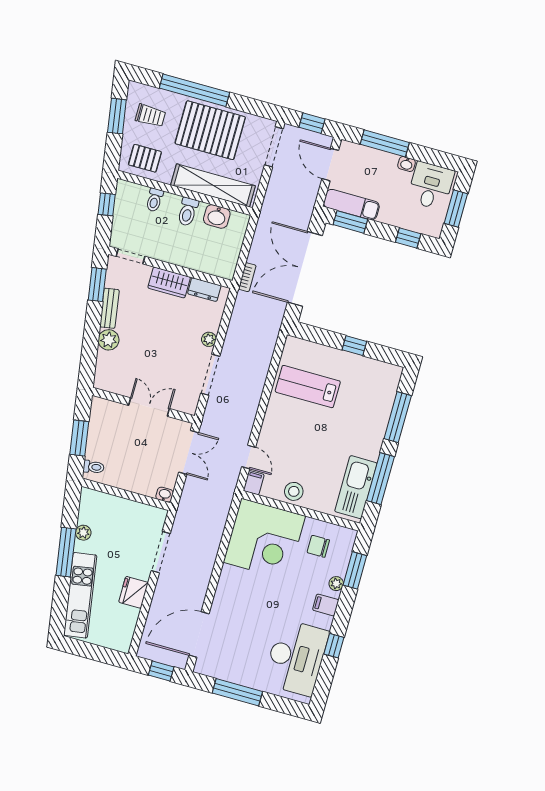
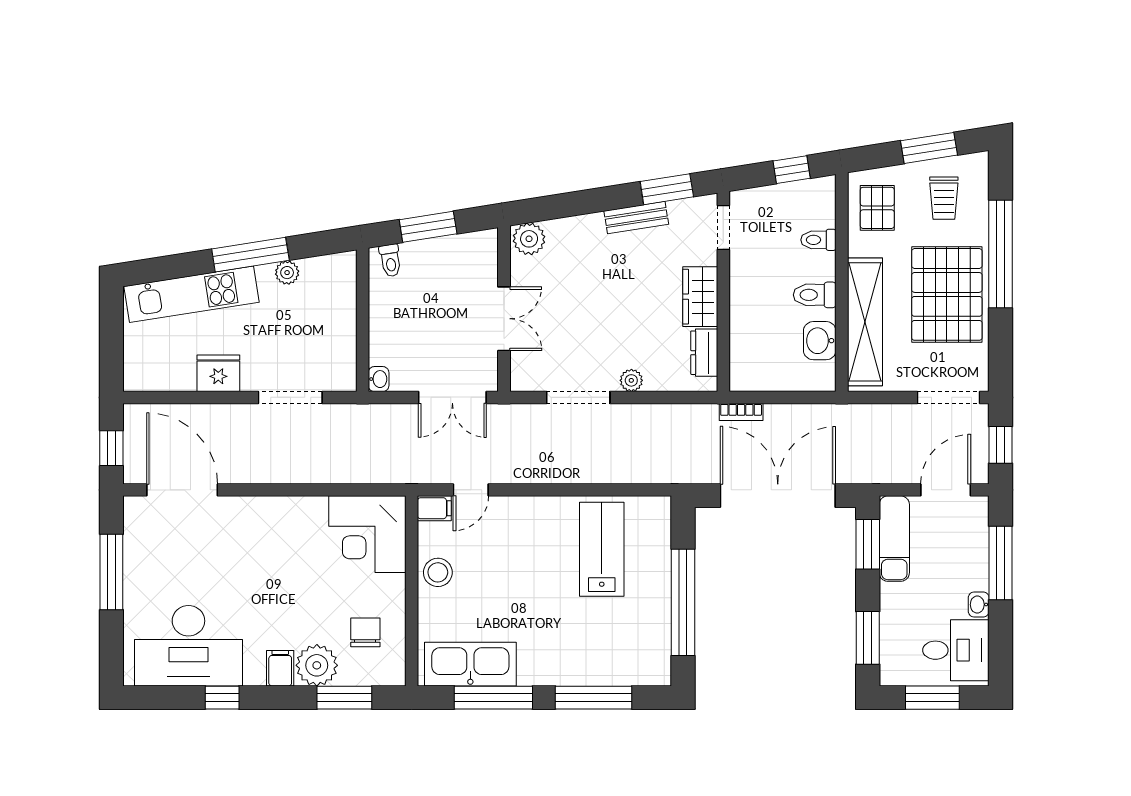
window: (408, 238) -> (868, 638), width x1.50
plant: (109, 340) -> (529, 239), moved
window: (354, 346) -> (683, 602), width x3.17
corner desk: (264, 539) -> (367, 534), width x0.74, depth x0.74
plant: (336, 584) -> (317, 665), width x1.88, depth x1.88

